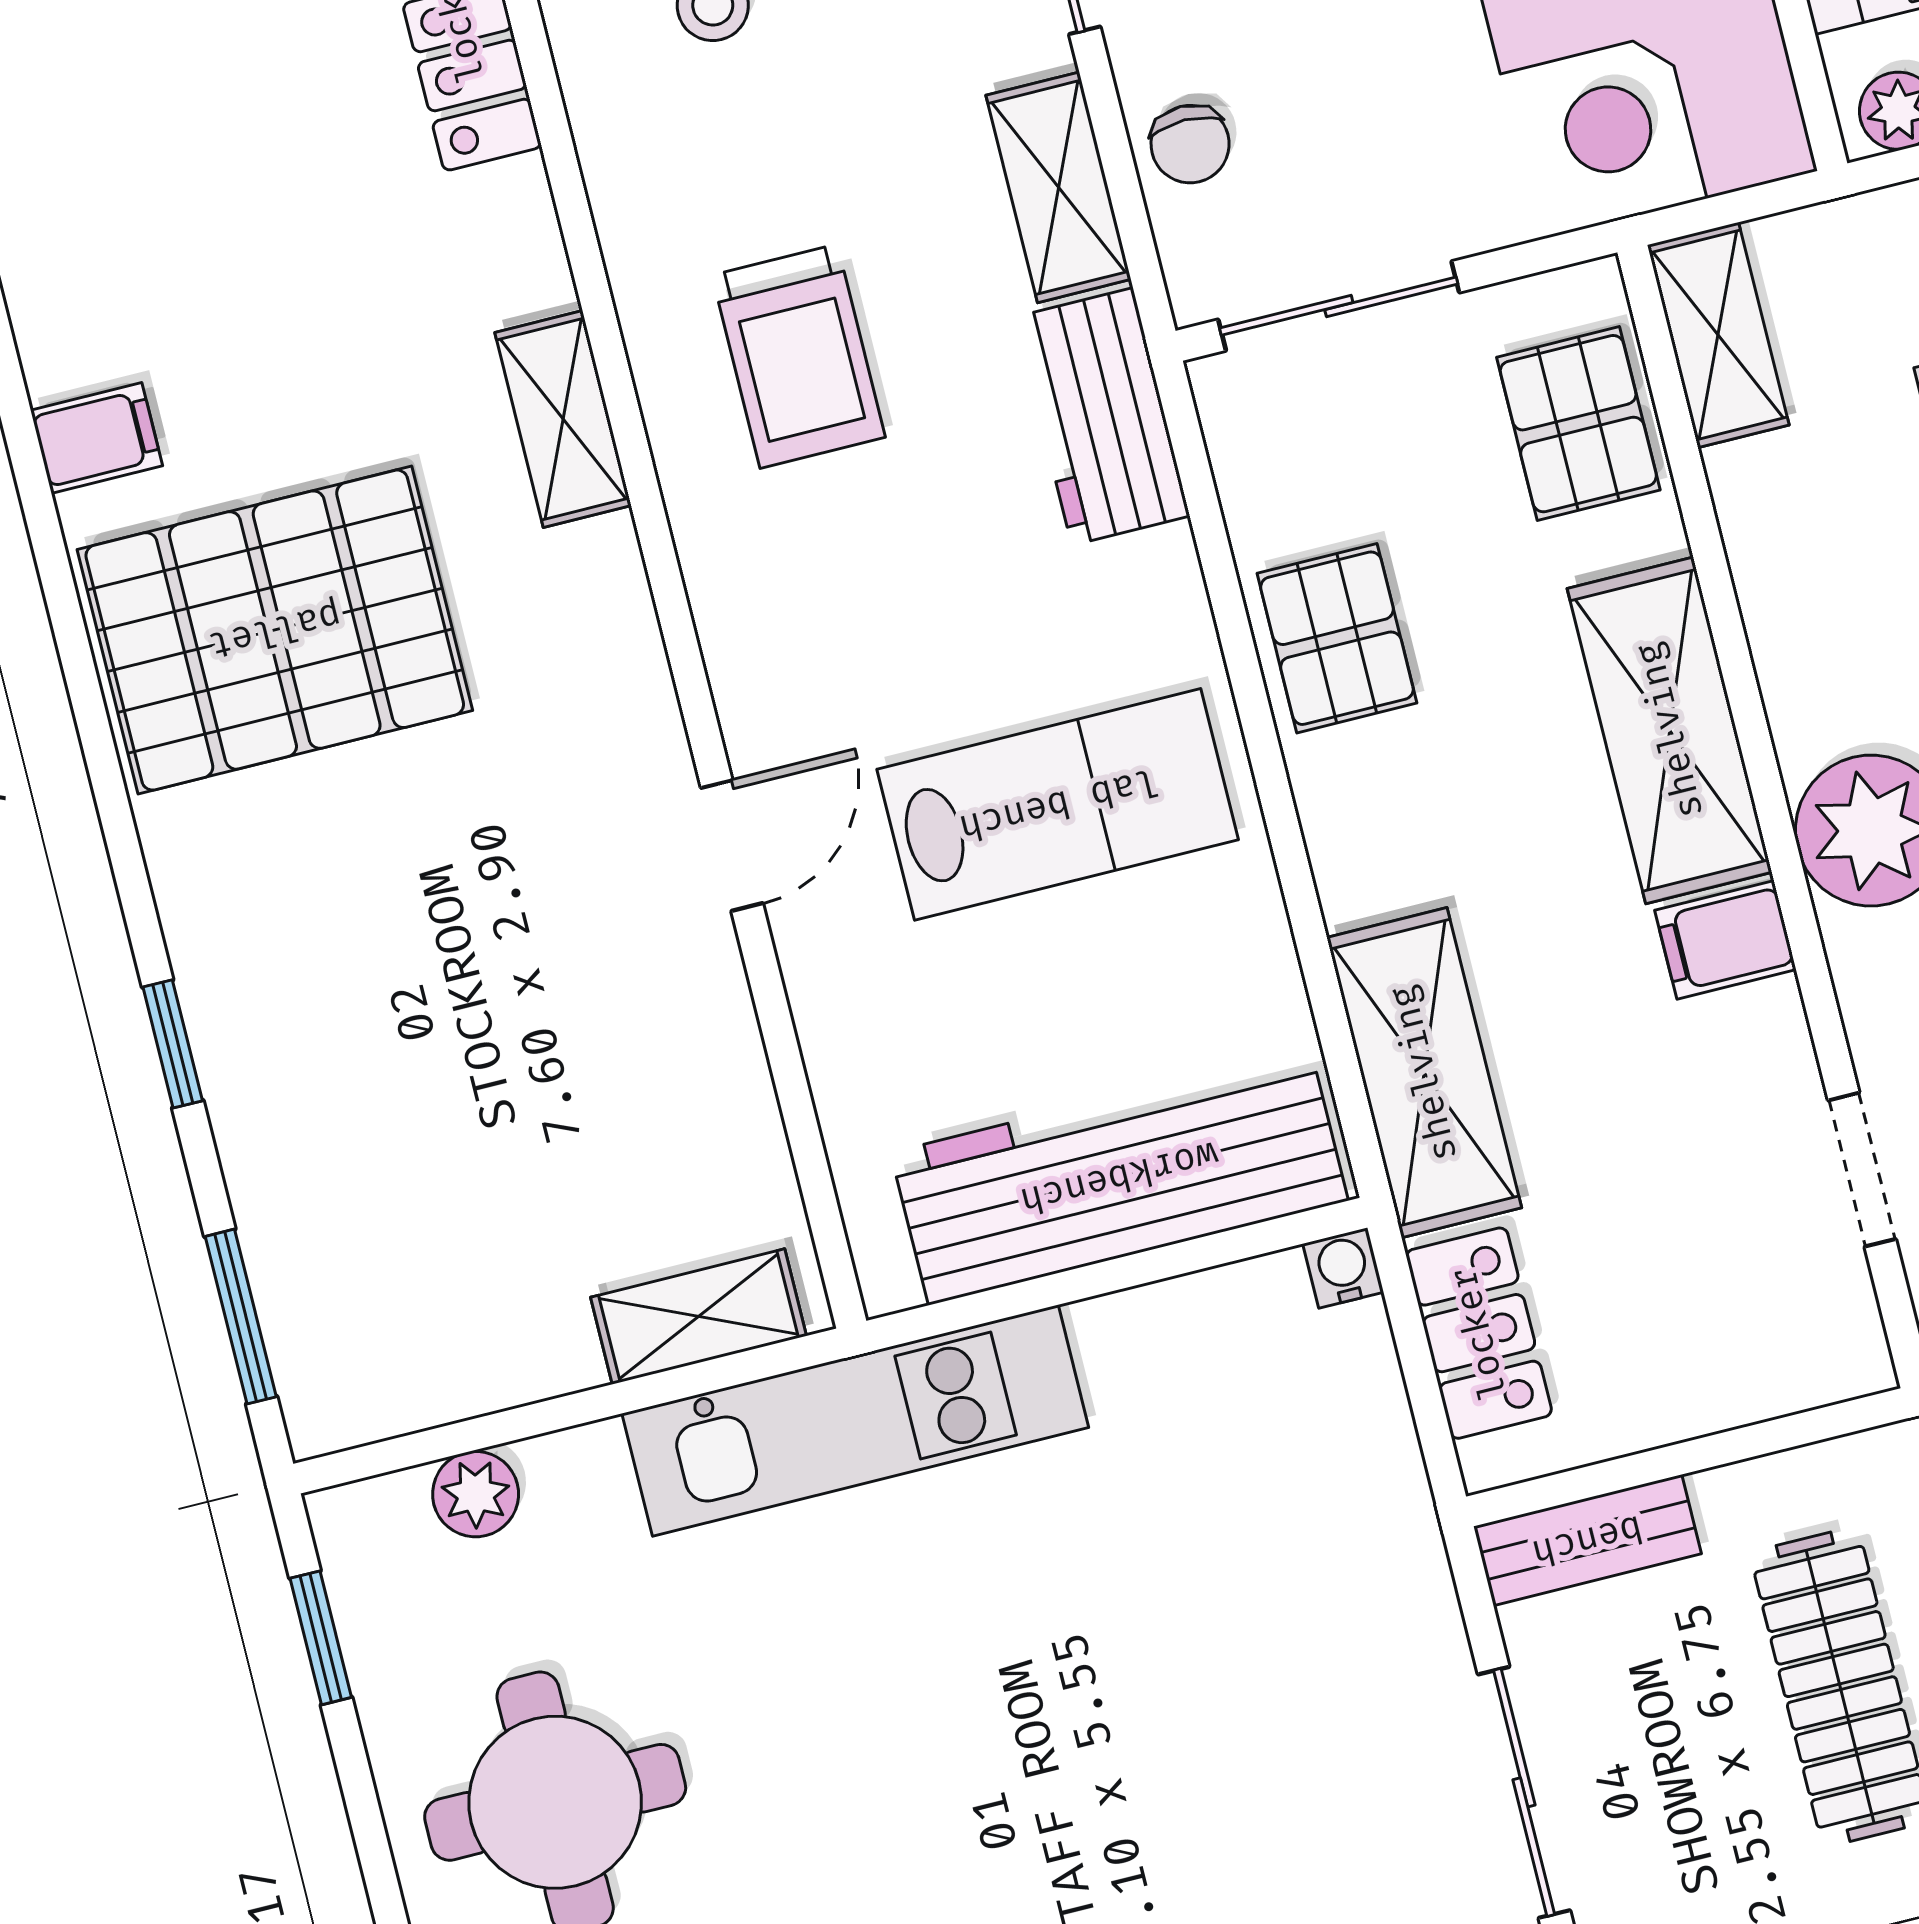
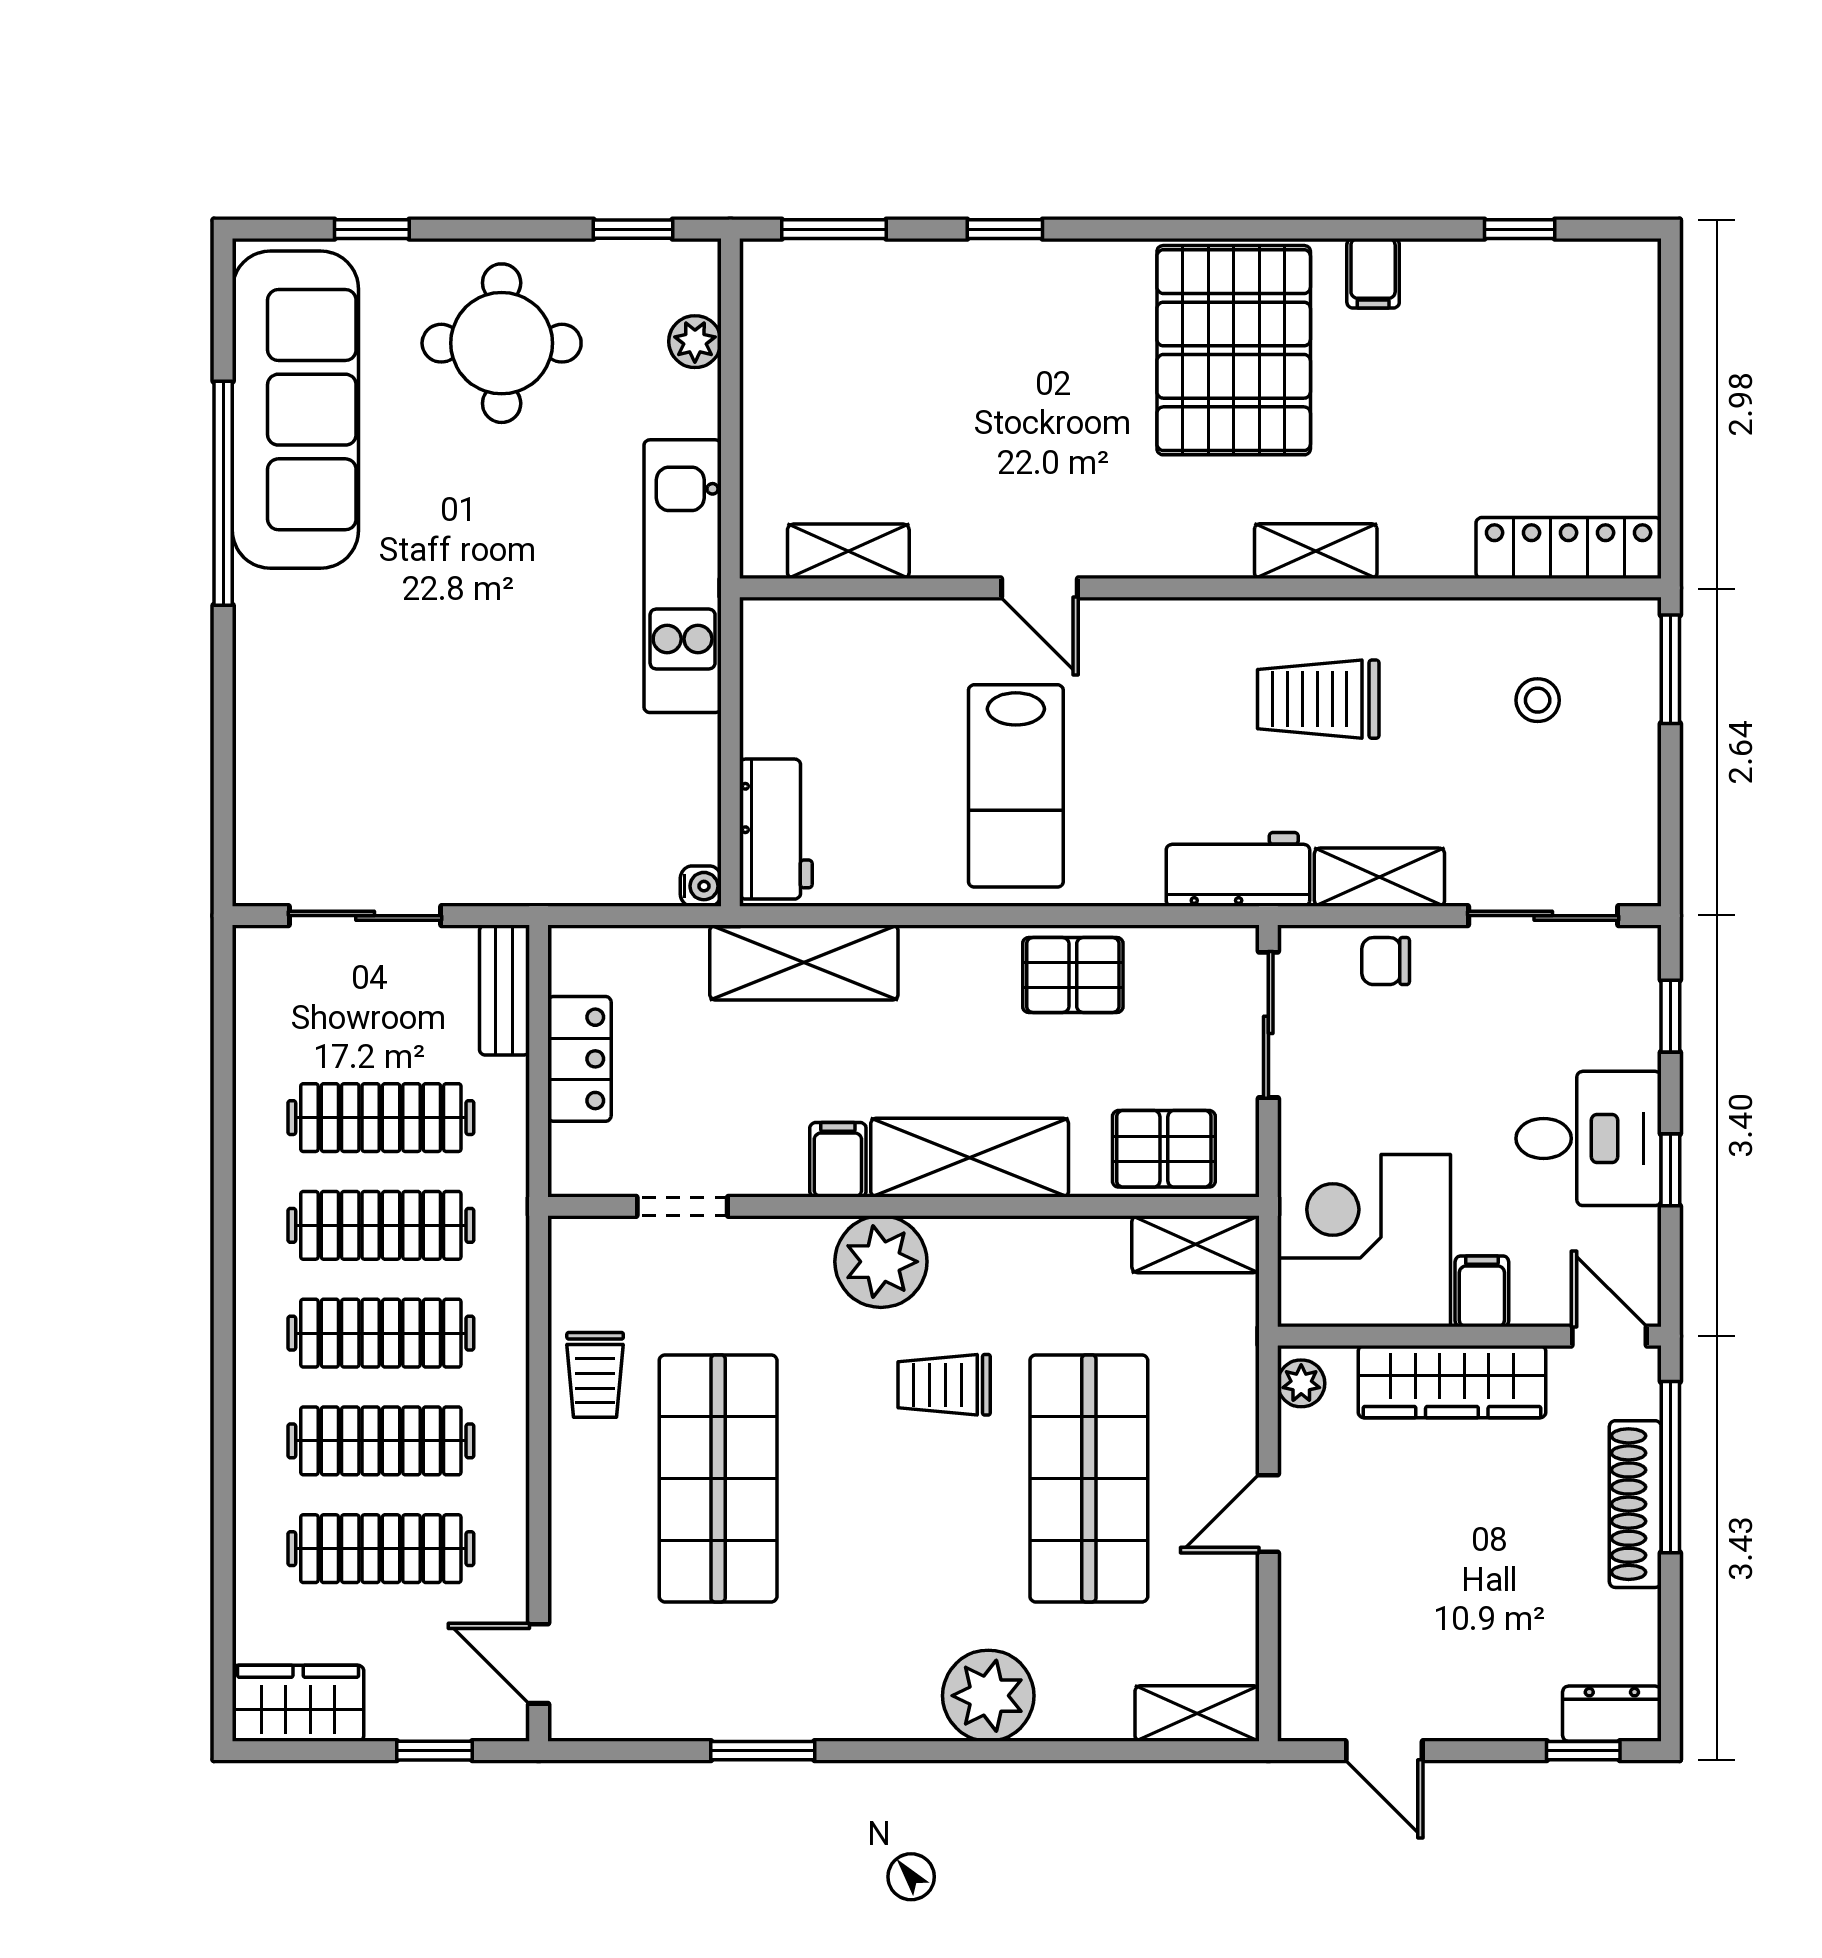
workbench: (1119, 1177) -> (776, 829), width x0.53, depth x0.76
shelving: (698, 1316) -> (848, 551), moved, turned 90
locker: (1479, 1333) -> (579, 1059), moved, turned -90

